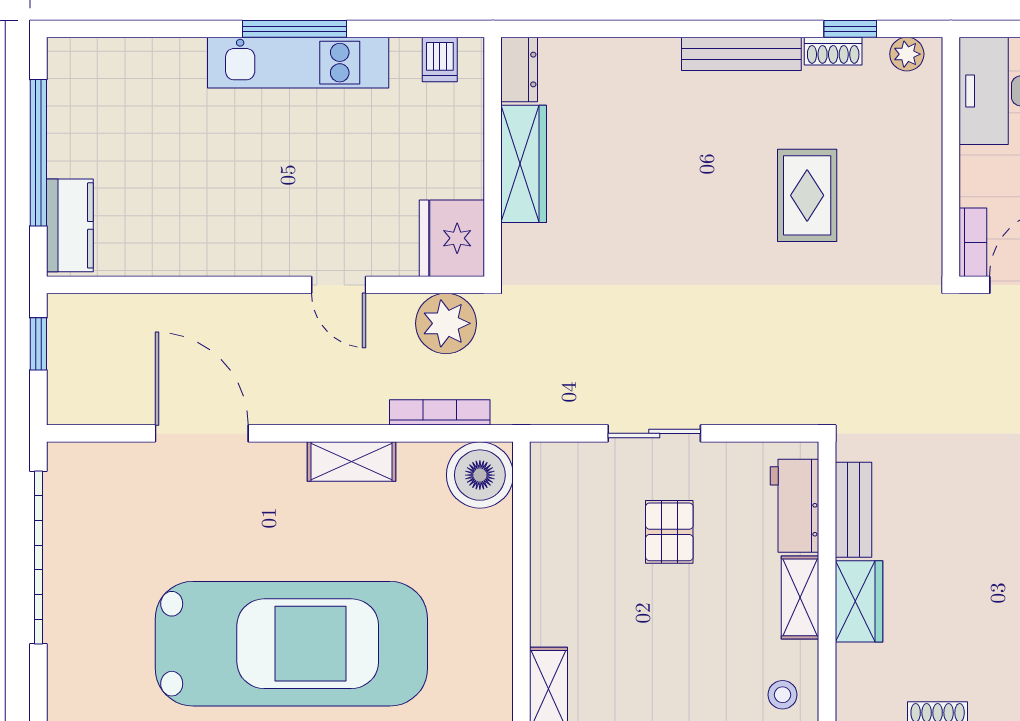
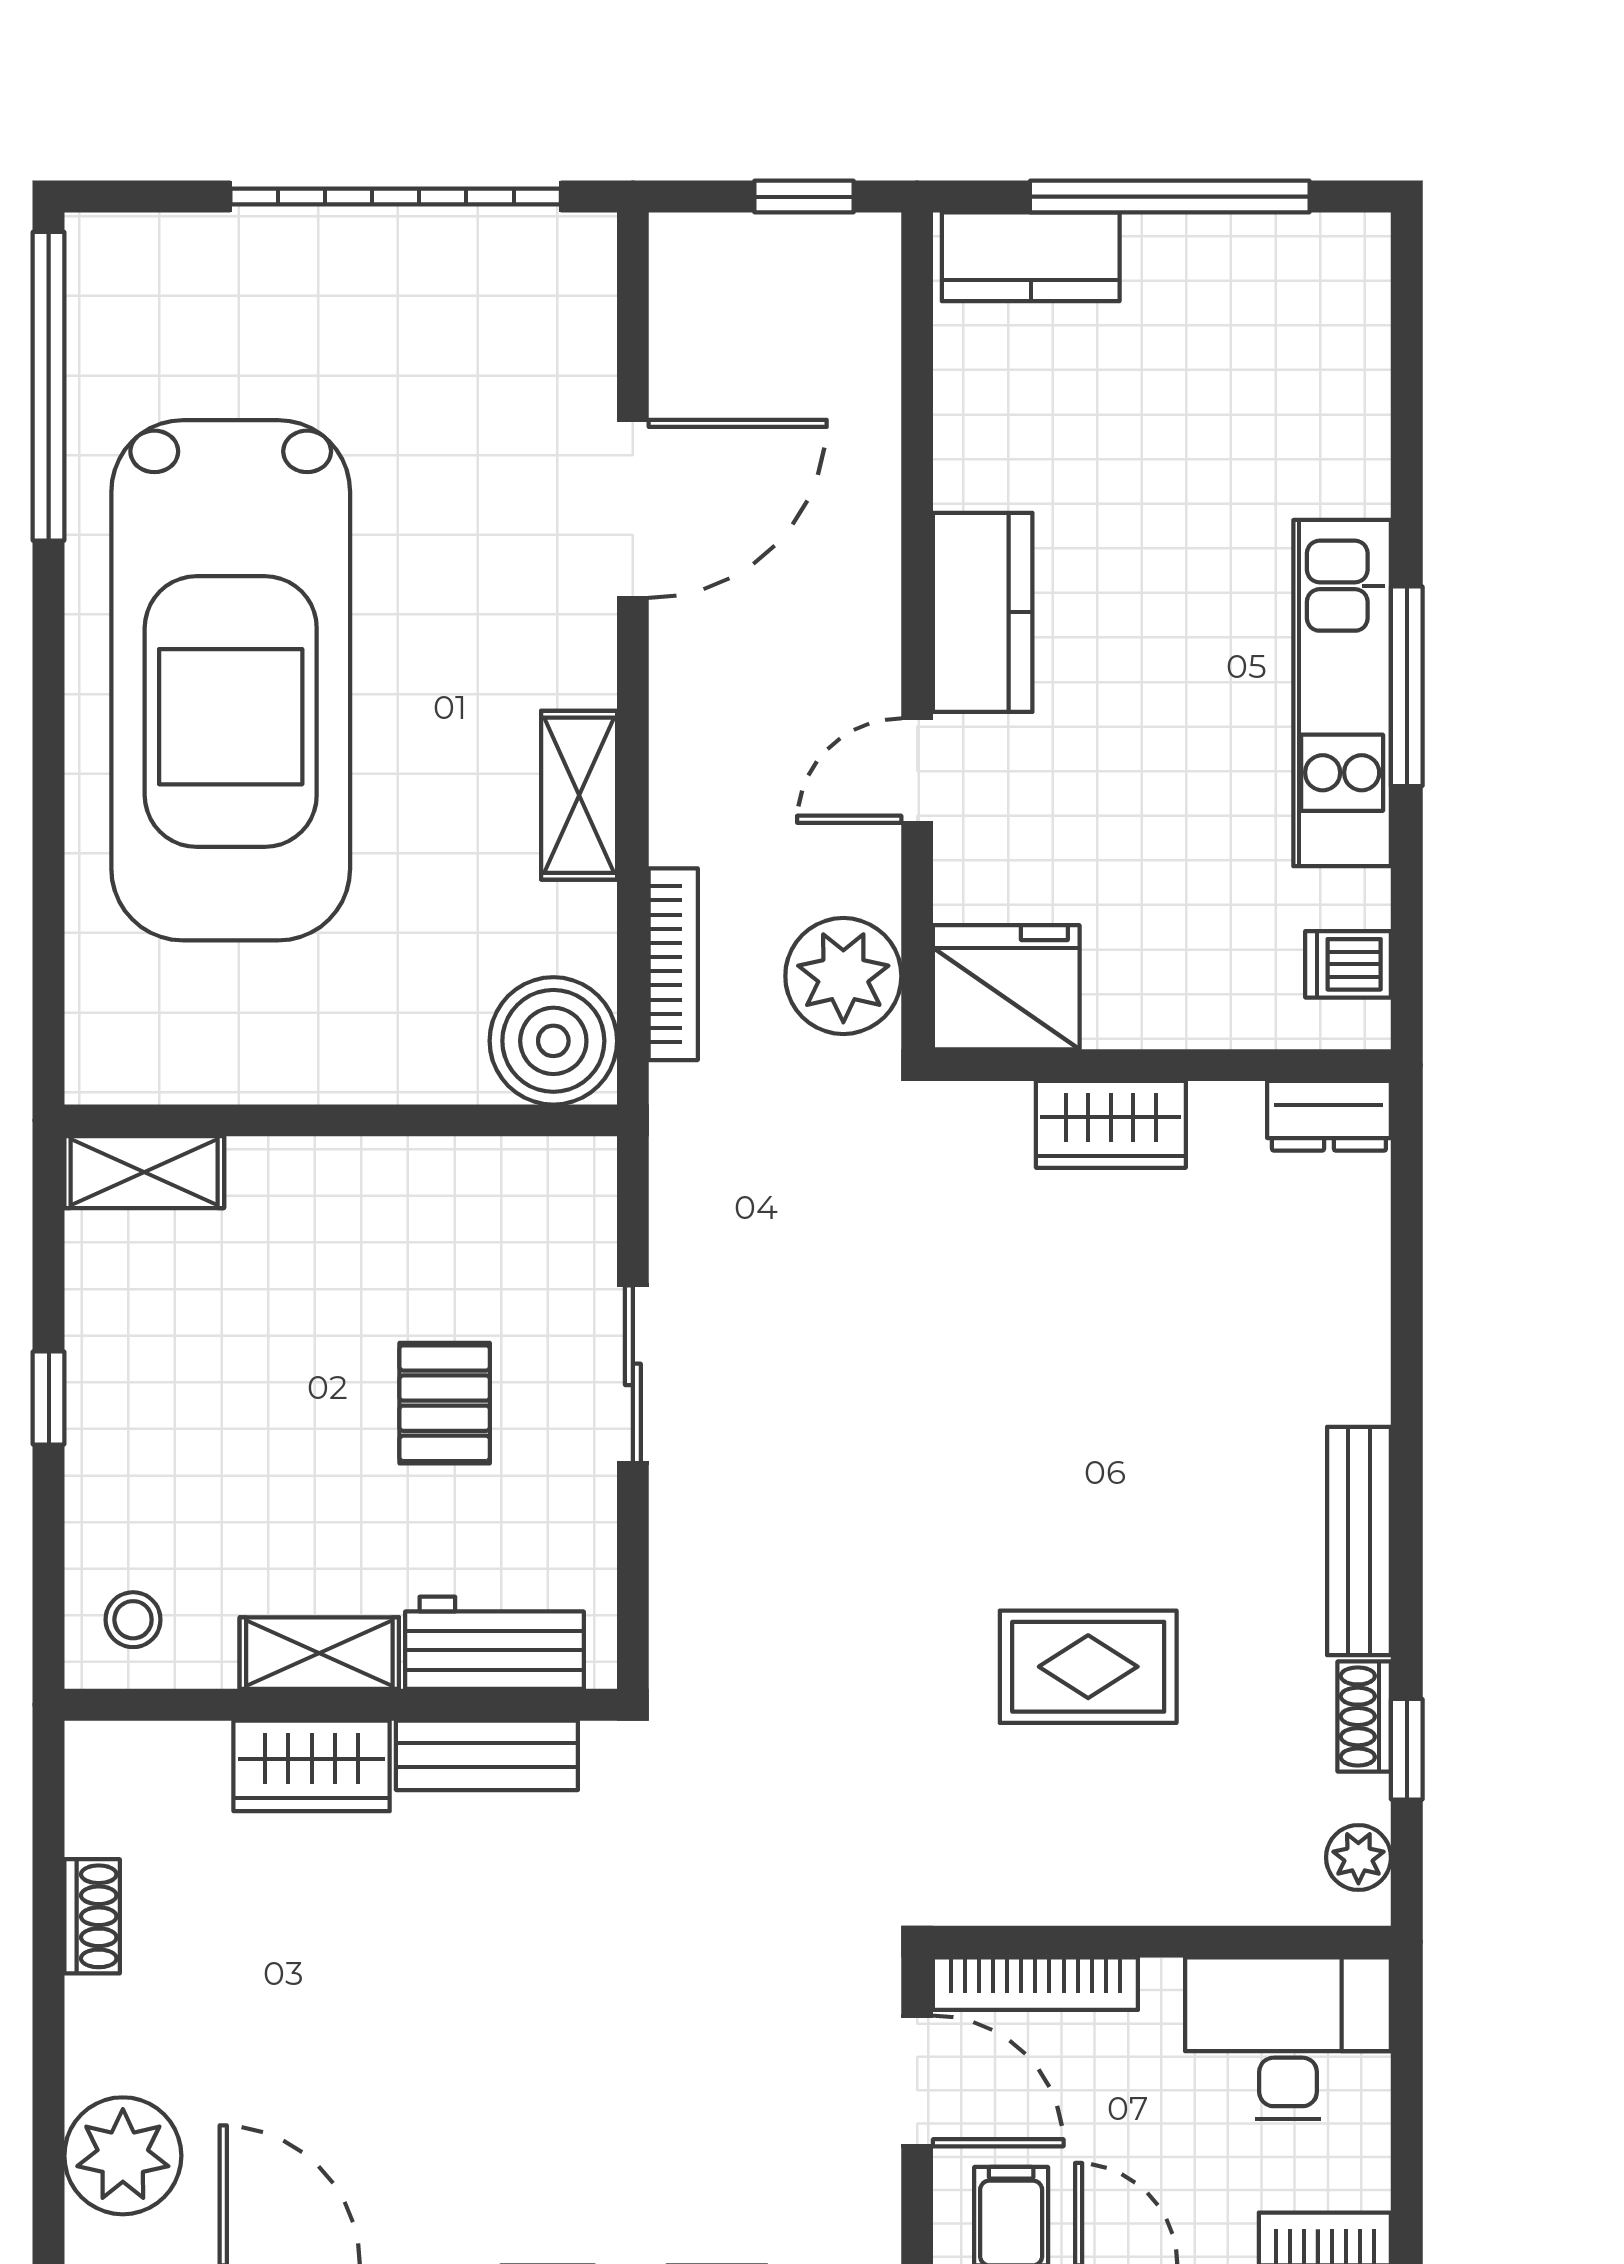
wardrobe: (524, 164) -> (1111, 1124), width x0.67
bookcase: (973, 242) -> (1035, 1984), width x1.56
kitchen counter: (256, 251) -> (983, 612), added
pallet: (669, 532) -> (445, 1403), turned 90

